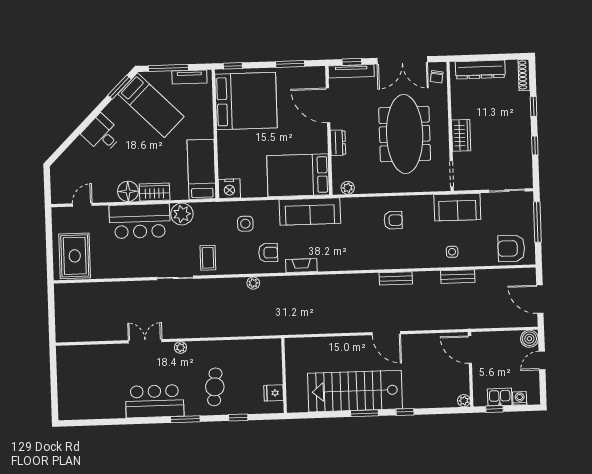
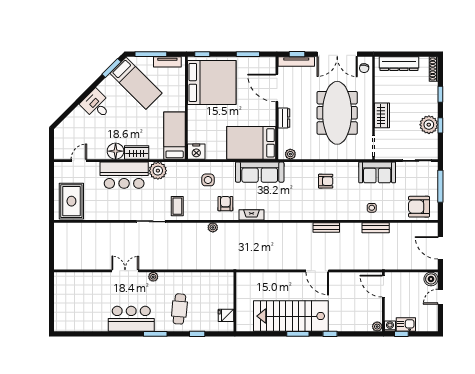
plant: (520, 145) -> (429, 125), added
armchair: (268, 253) -> (225, 204), turned -90
washing machine: (520, 398) -> (390, 326), moved

